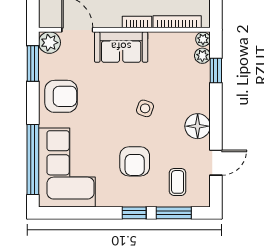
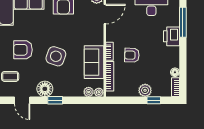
sofa: (121, 47) -> (94, 62), moved
window: (216, 70) -> (55, 100), moved
side table: (145, 108) -> (56, 56), width x1.87, depth x1.87

